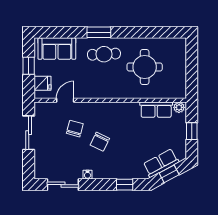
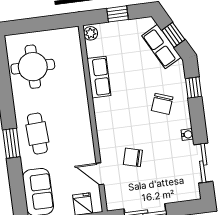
round table: (145, 67) -> (33, 67), moved
row of seats: (156, 110) -> (99, 77), moved
chair: (100, 142) -> (162, 104), moved, turned 84

